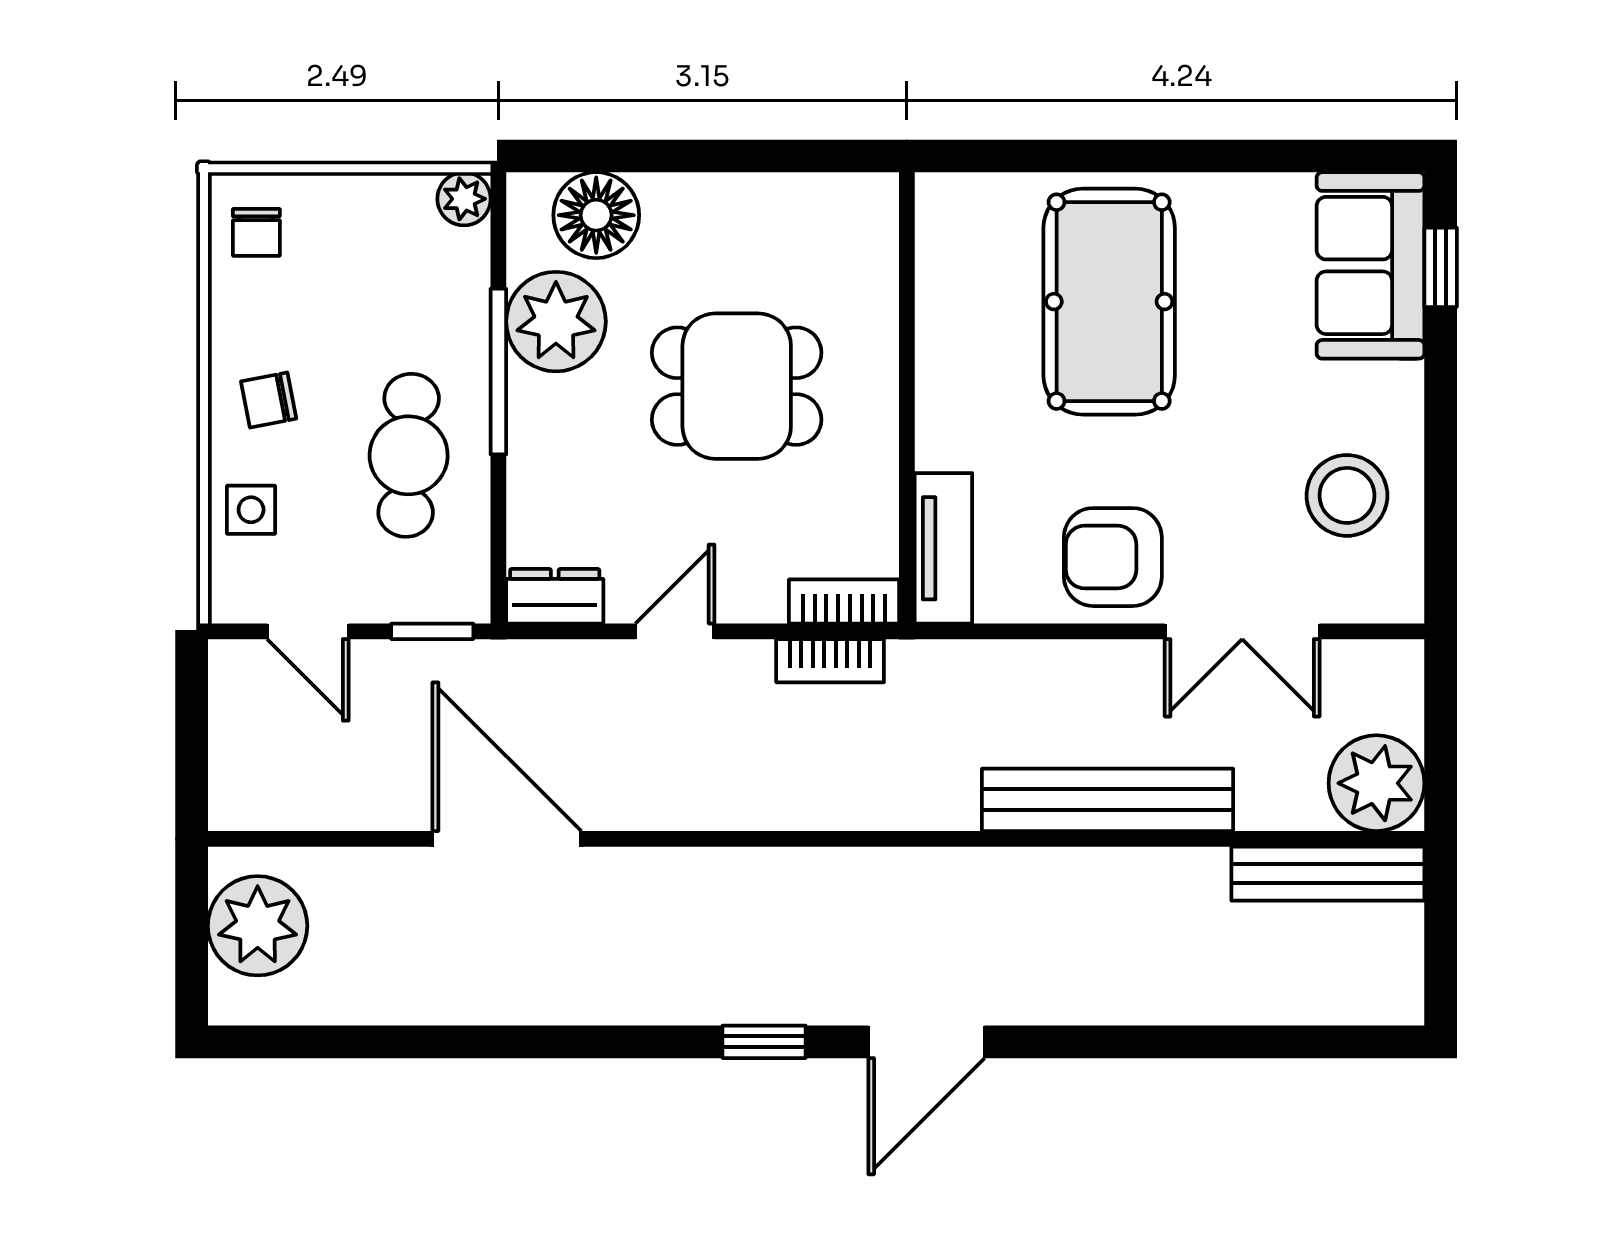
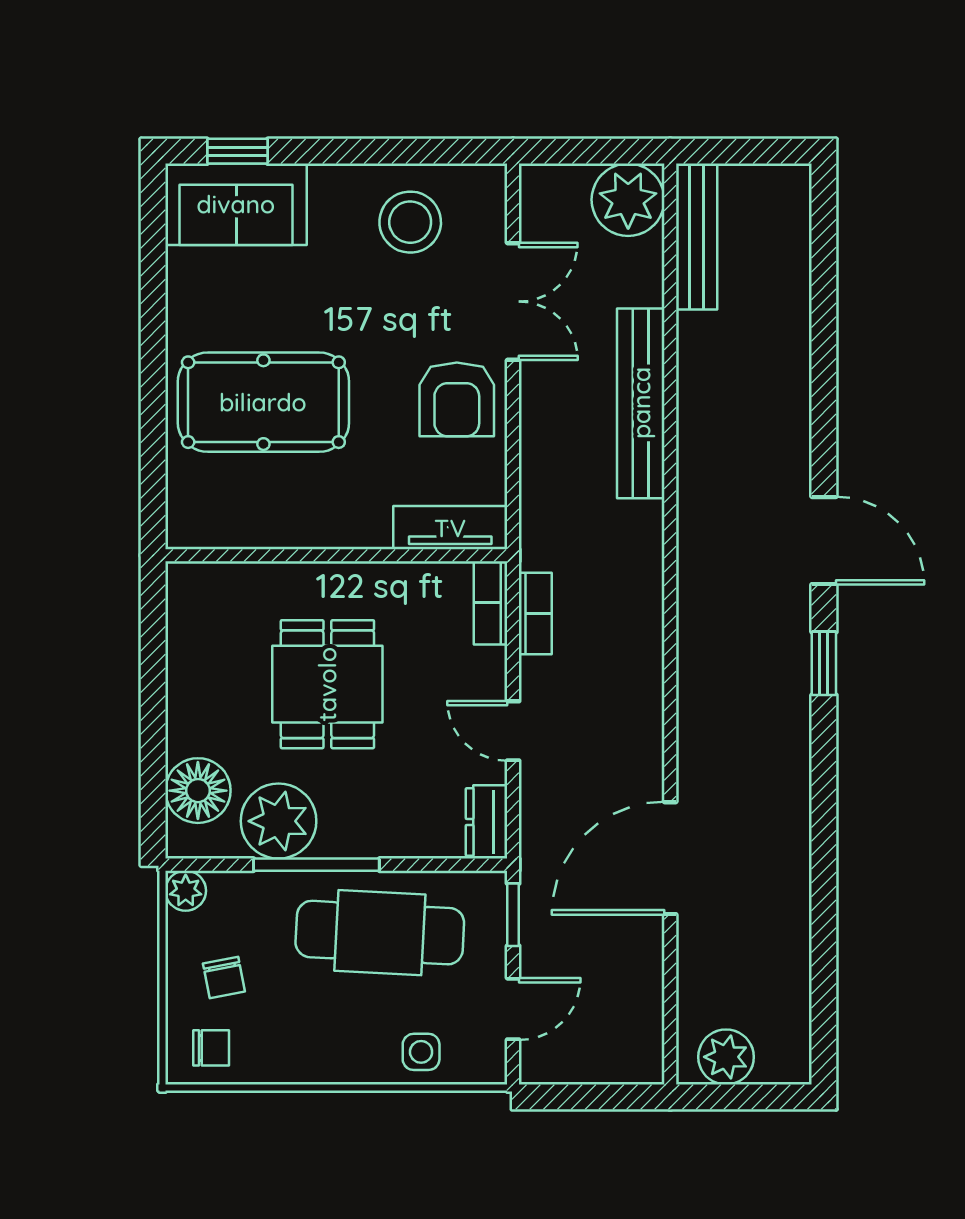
chair: (269, 400) -> (224, 977), moved
cafe table: (409, 455) -> (380, 933), width x1.37, depth x1.35
plant: (258, 926) -> (726, 1057), width x0.73, depth x0.73

